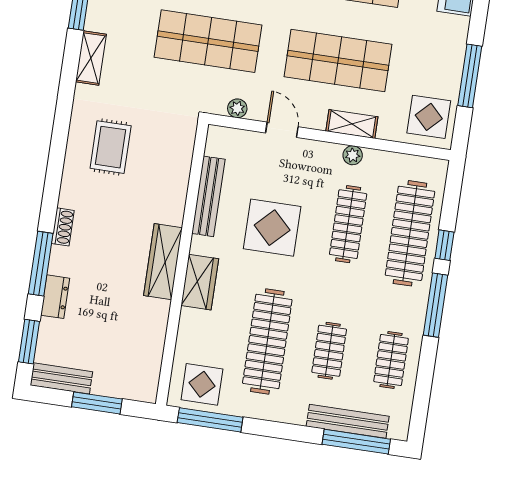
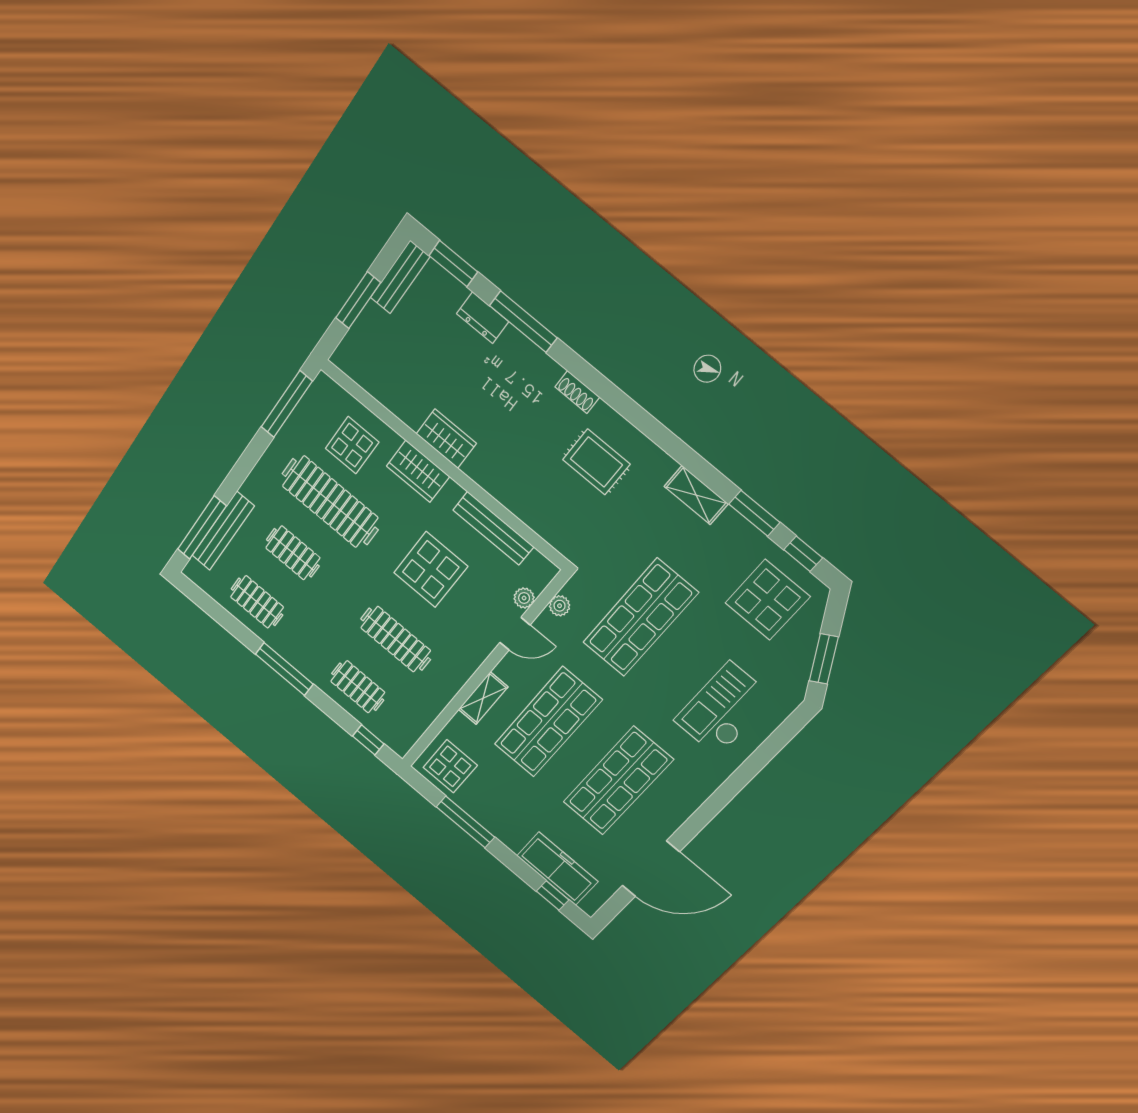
plant: (353, 155) -> (524, 598), moved
shoe rack: (63, 227) -> (577, 392), moved
clothes rail: (410, 233) -> (358, 687), width x0.54, depth x0.76
window: (444, 245) -> (368, 740), moved
wardrobe: (163, 262) -> (446, 439), width x0.67
display table: (202, 384) -> (352, 445), moved

